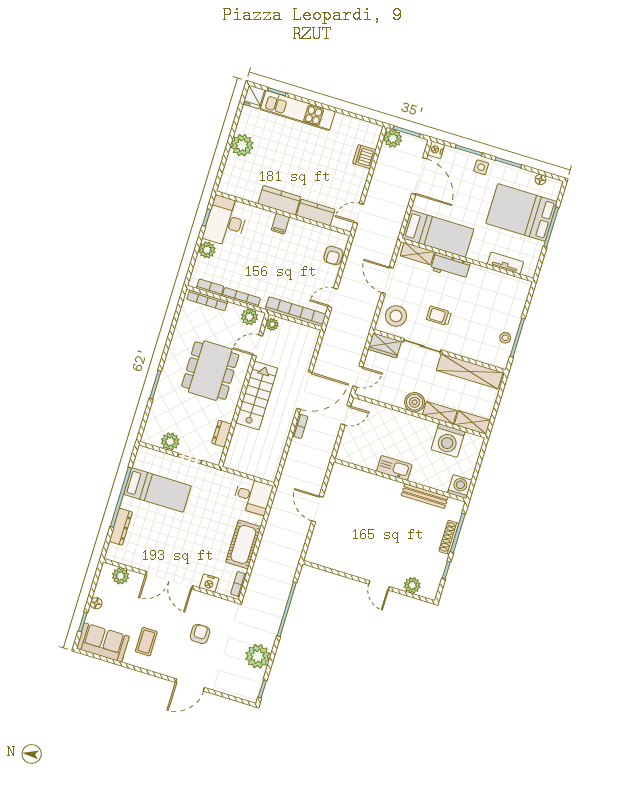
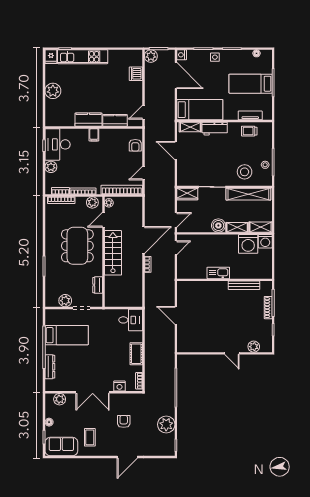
bed: (521, 212) -> (251, 84), width x0.67
stool: (396, 316) -> (245, 172), moved
trolley: (439, 316) -> (249, 131), moved
washing machine: (460, 487) -> (265, 241), moved, turned 180
cot: (243, 544) -> (136, 354), width x0.73, depth x0.75

